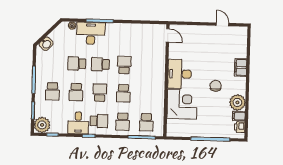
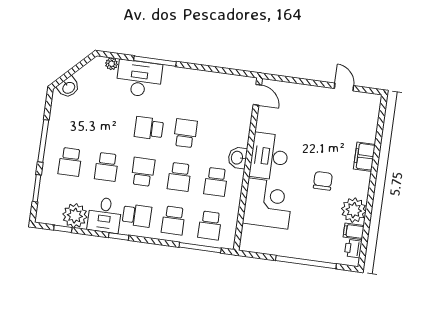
school desk: (77, 64) -> (216, 182), moved, turned -90
washbasin: (159, 77) -> (237, 158), added
plant: (42, 125) -> (75, 216), moved

